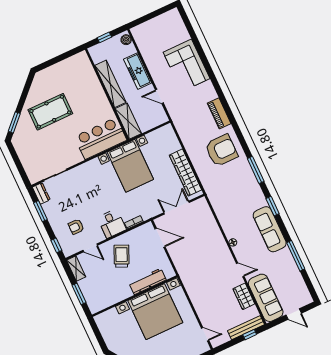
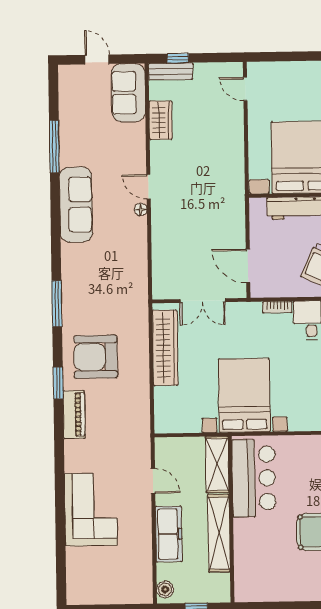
bar counter: (101, 138) -> (254, 478), moved, turned -90
window: (273, 206) -> (58, 383), moved
door: (240, 270) -> (149, 187), moved
sofa: (266, 298) -> (128, 93), width x0.73
bench: (246, 328) -> (171, 71), width x0.73

